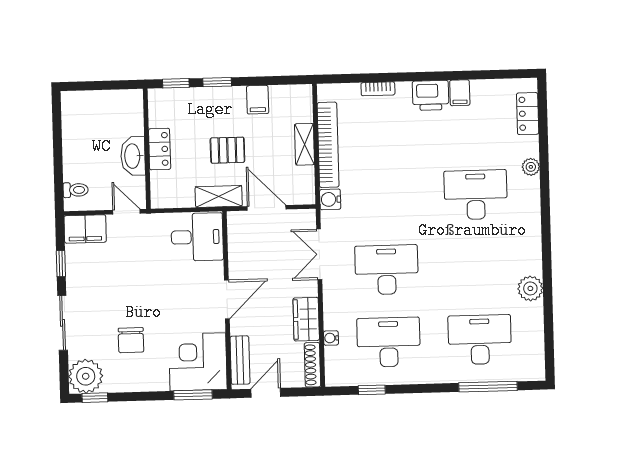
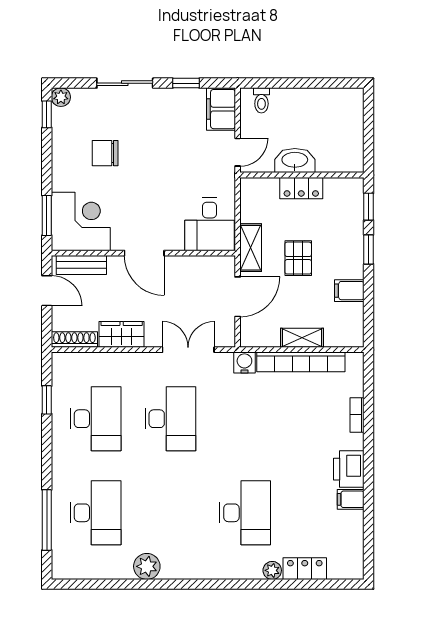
locker: (528, 114) -> (305, 569), moved
water cooler: (331, 338) -> (101, 359), removed
plant: (86, 376) -> (61, 97), width x0.53, depth x0.53

